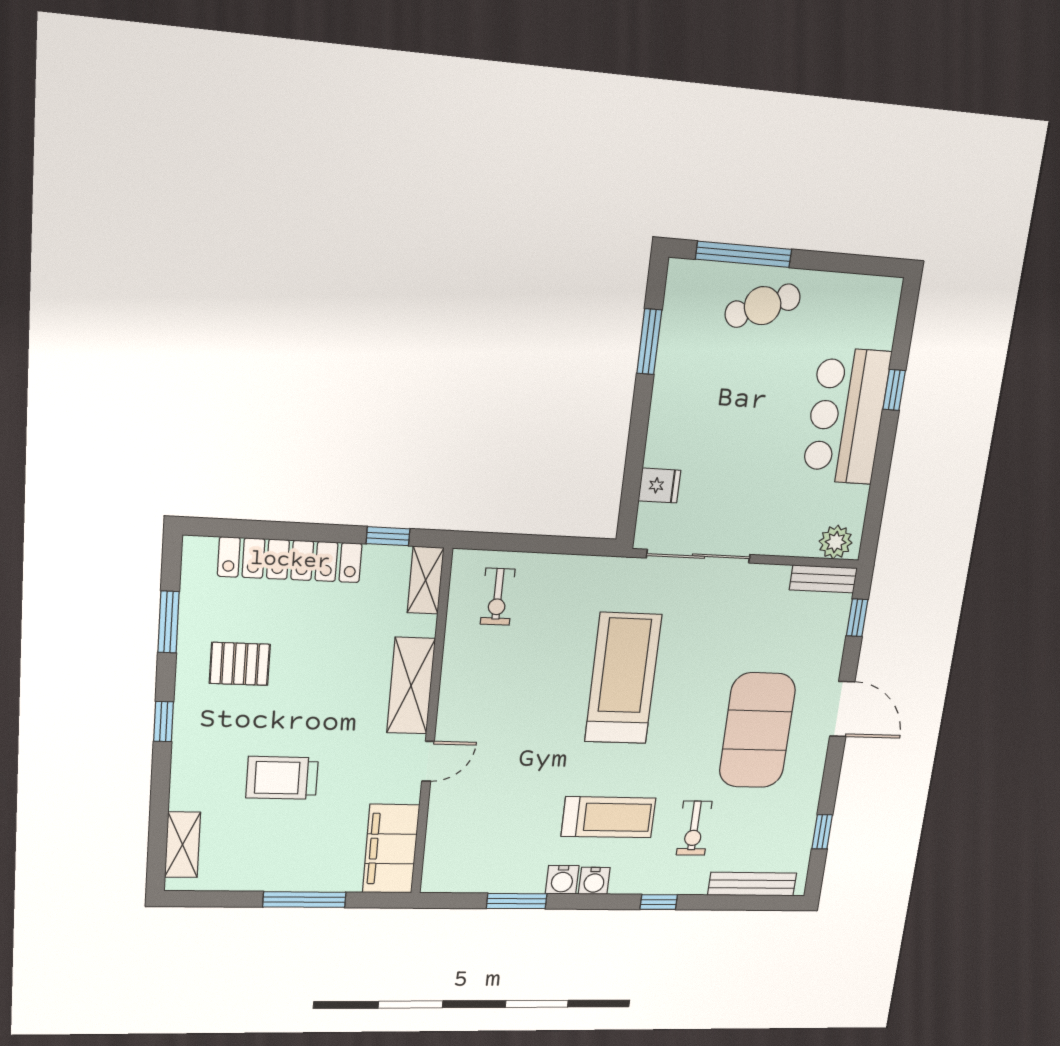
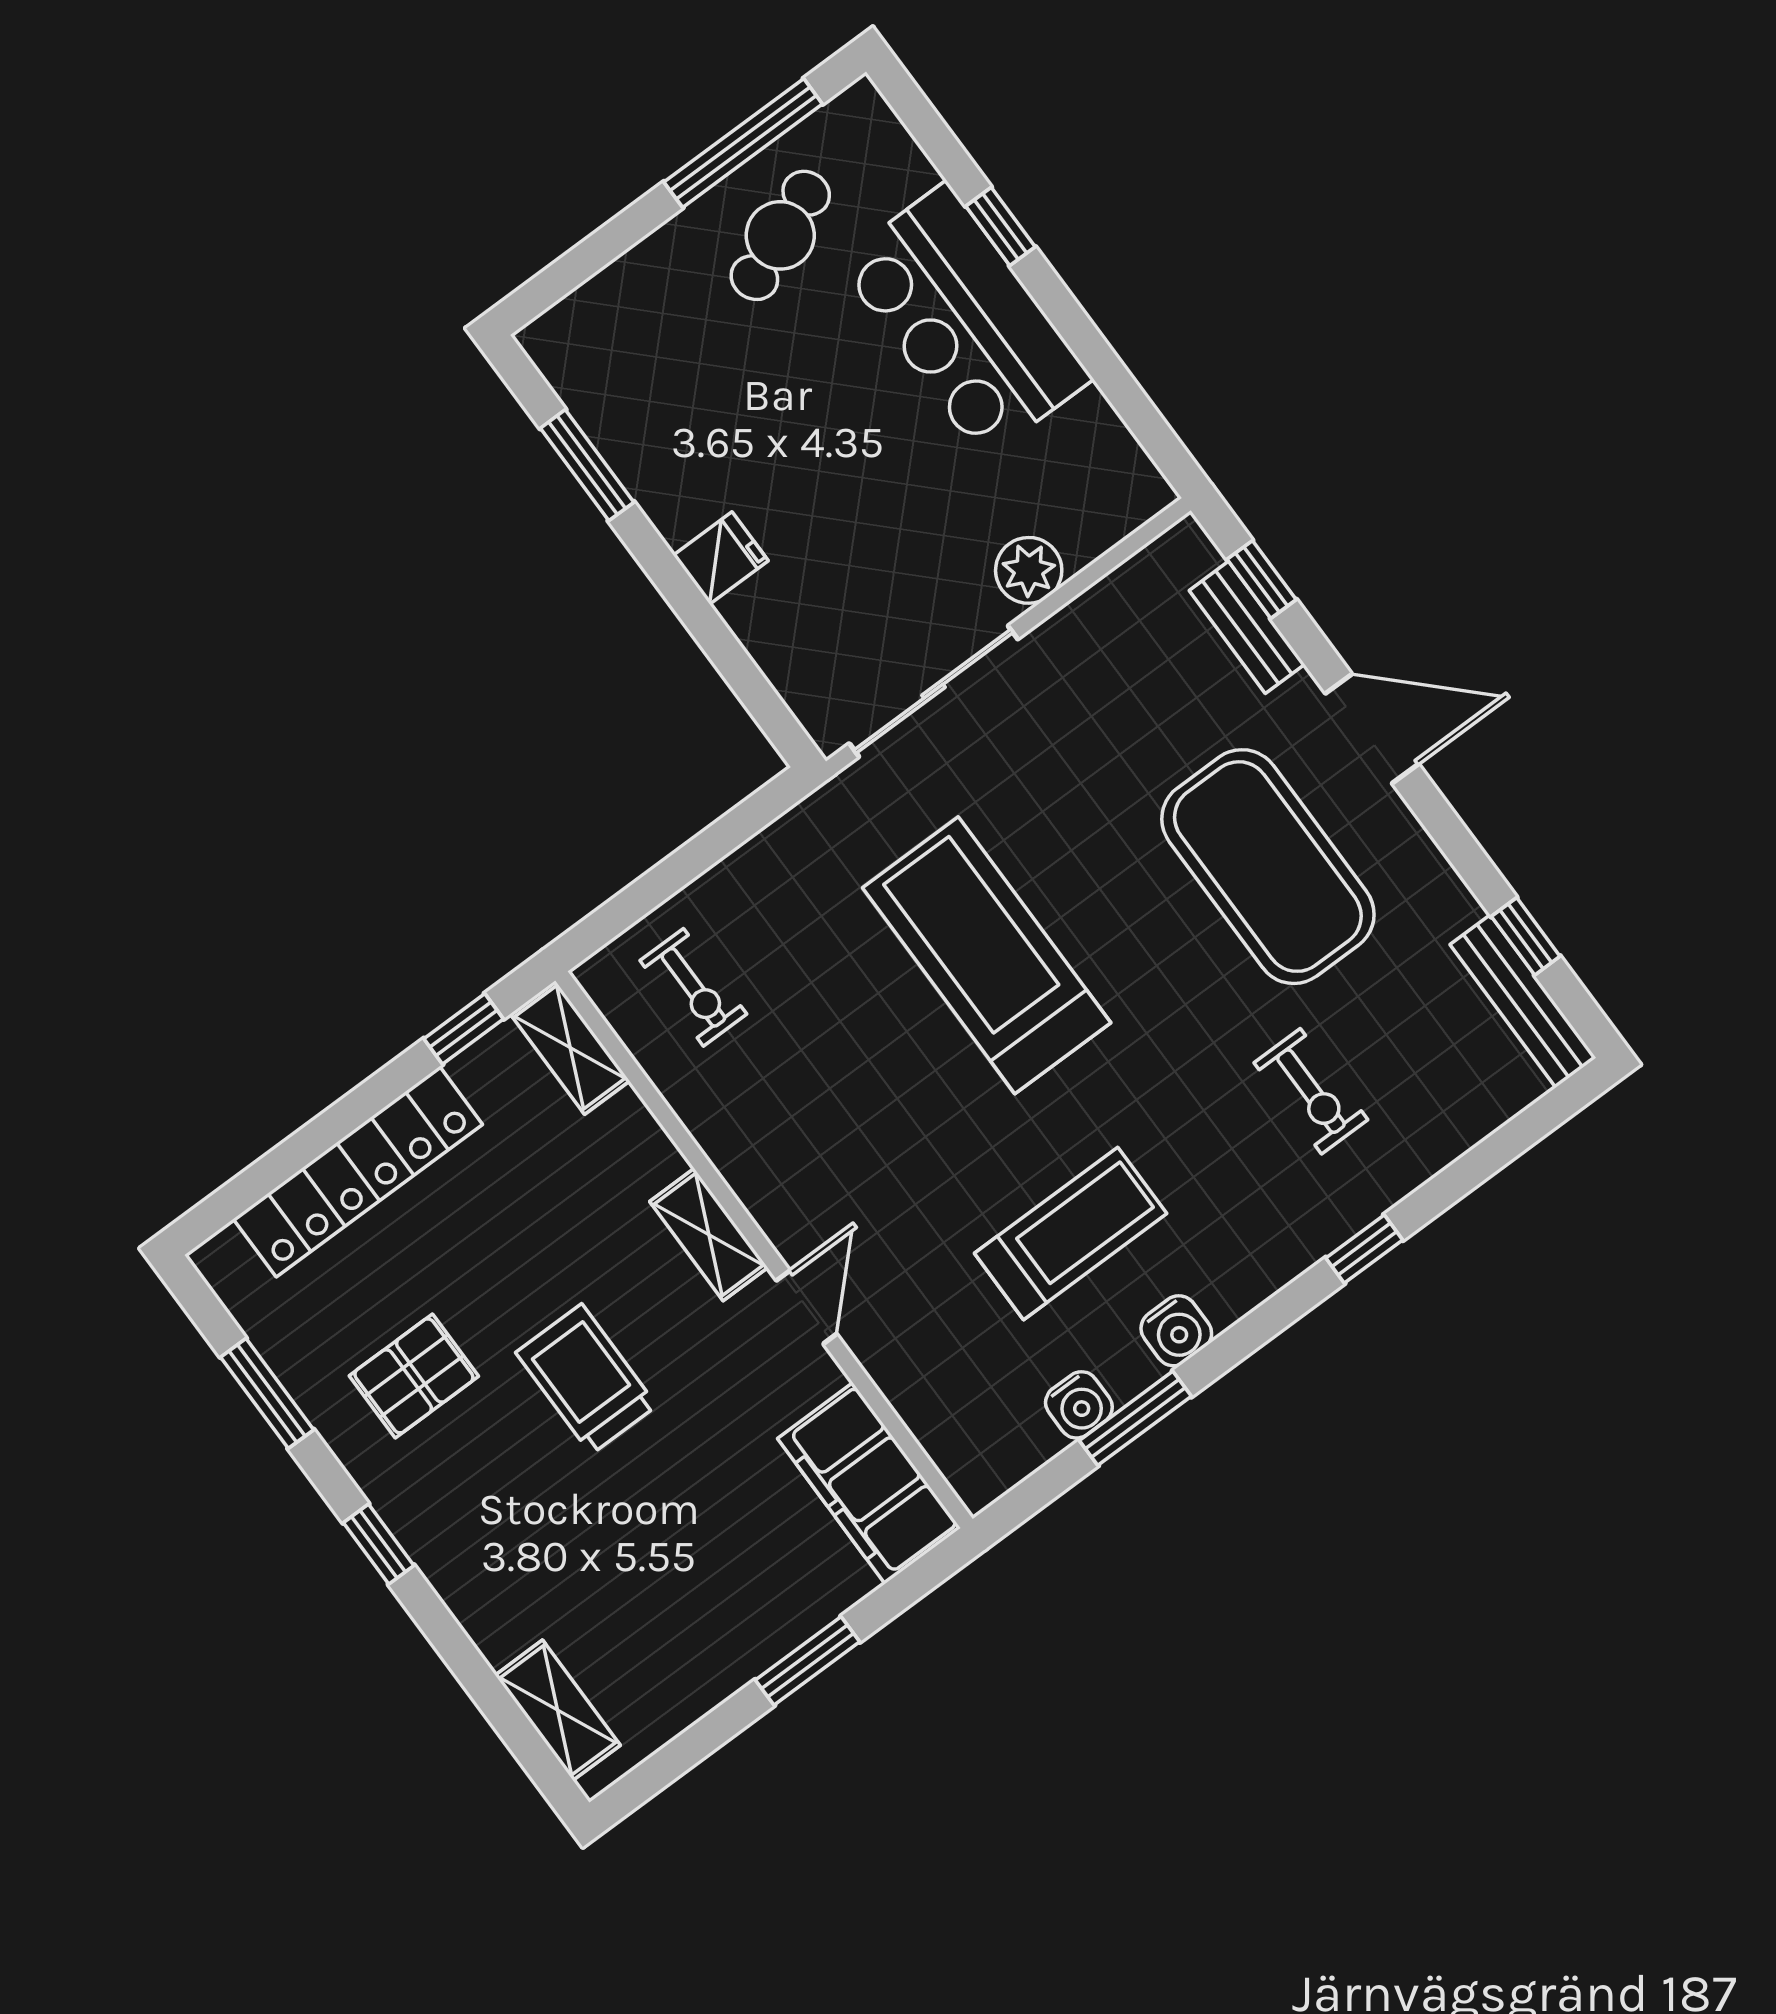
window: (744, 254) -> (743, 143), moved
cafe table: (763, 306) -> (780, 235), moved
fridge: (659, 486) -> (721, 558), moved
plant: (836, 542) -> (1029, 570), moved
bench: (823, 579) -> (1247, 627), moved, turned 90
shelving: (411, 686) -> (709, 1234), width x0.67, depth x0.75
trolley: (282, 778) -> (586, 1379), moved, turned 90
treadmill: (609, 817) -> (1071, 1233), moved
water cooler: (594, 881) -> (1079, 1405), moved
bench: (752, 884) -> (1523, 1001), moved, turned 90
window: (304, 900) -> (808, 1661), width x0.69

